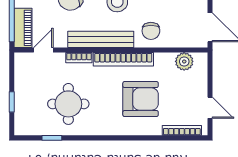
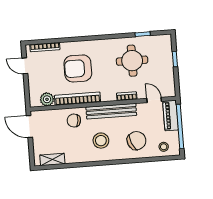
chair: (151, 31) -> (74, 121), turned -84
door: (43, 50) -> (154, 100), swing flipped
bookcase: (123, 59) -> (78, 99), moved

